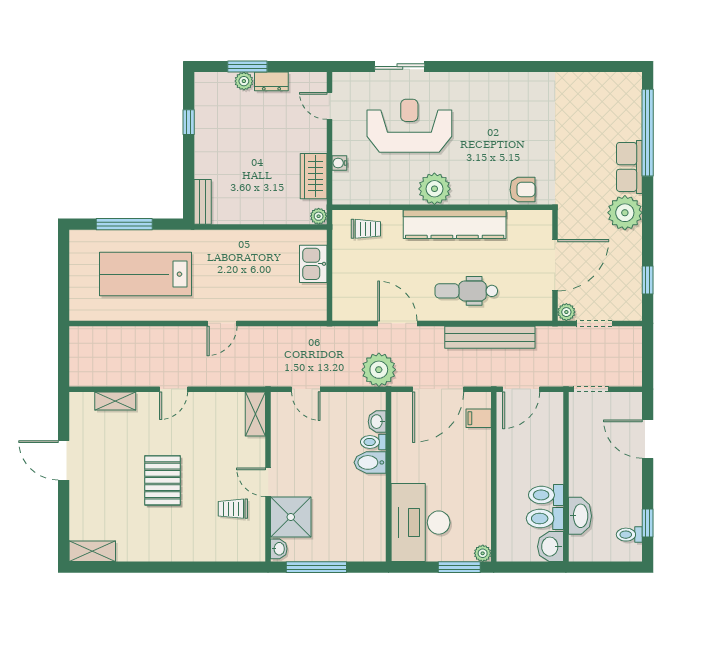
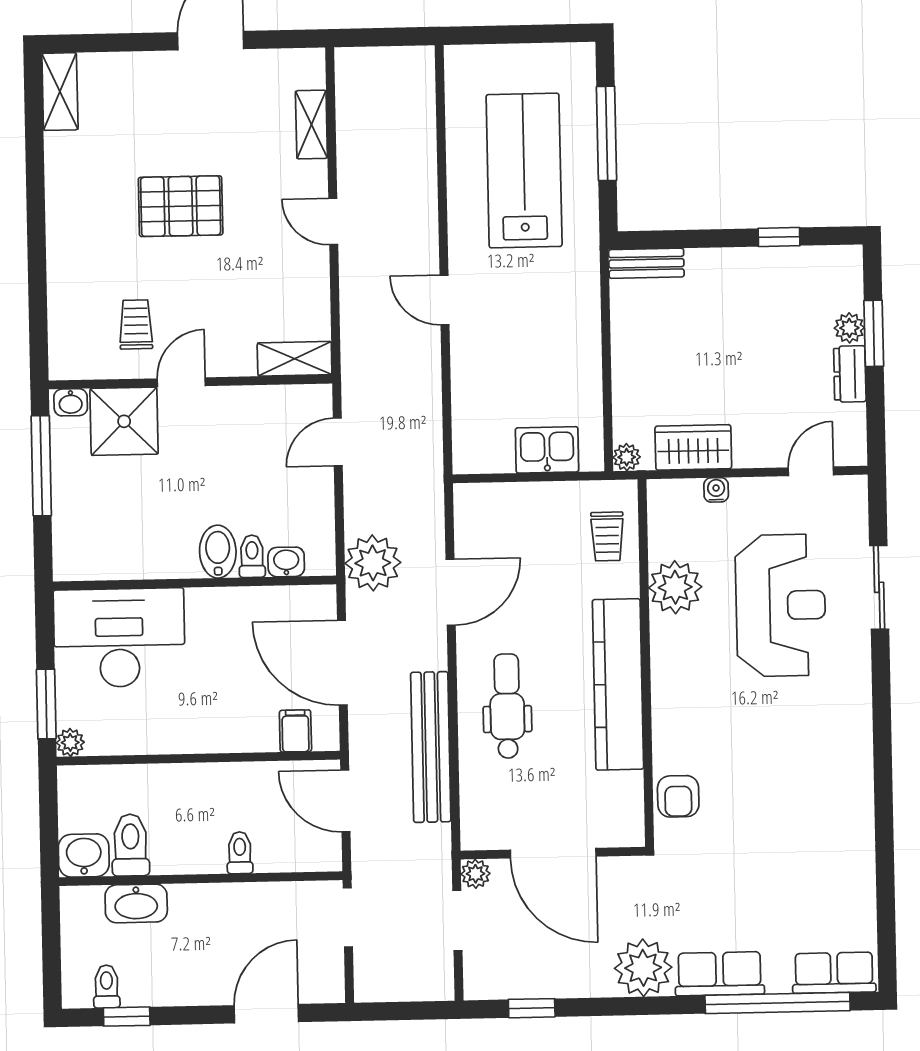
row of seats: (630, 98) -> (834, 973), added
plant: (434, 189) -> (675, 587), moved
toilet: (546, 495) -> (240, 853), moved, width x0.73, depth x0.72

